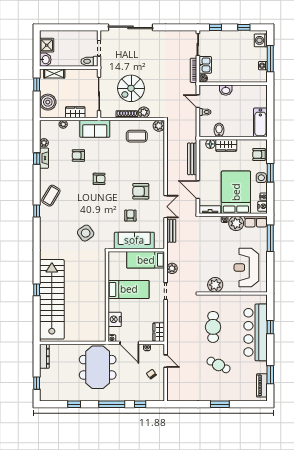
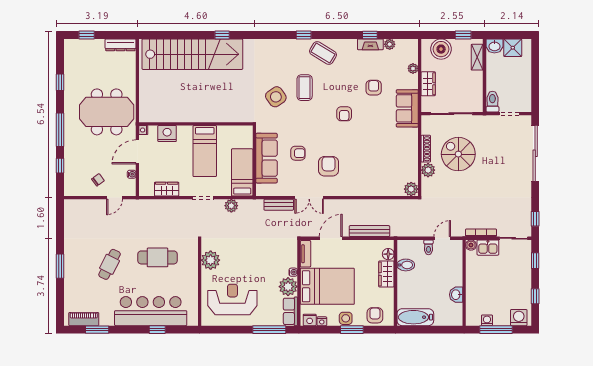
window: (182, 27) -> (535, 219), added
washbasin: (226, 90) -> (456, 295), moved
coffee table: (137, 136) -> (305, 88), moved
window: (37, 290) -> (222, 35), moved
wardrobe: (159, 332) -> (167, 189), moved

